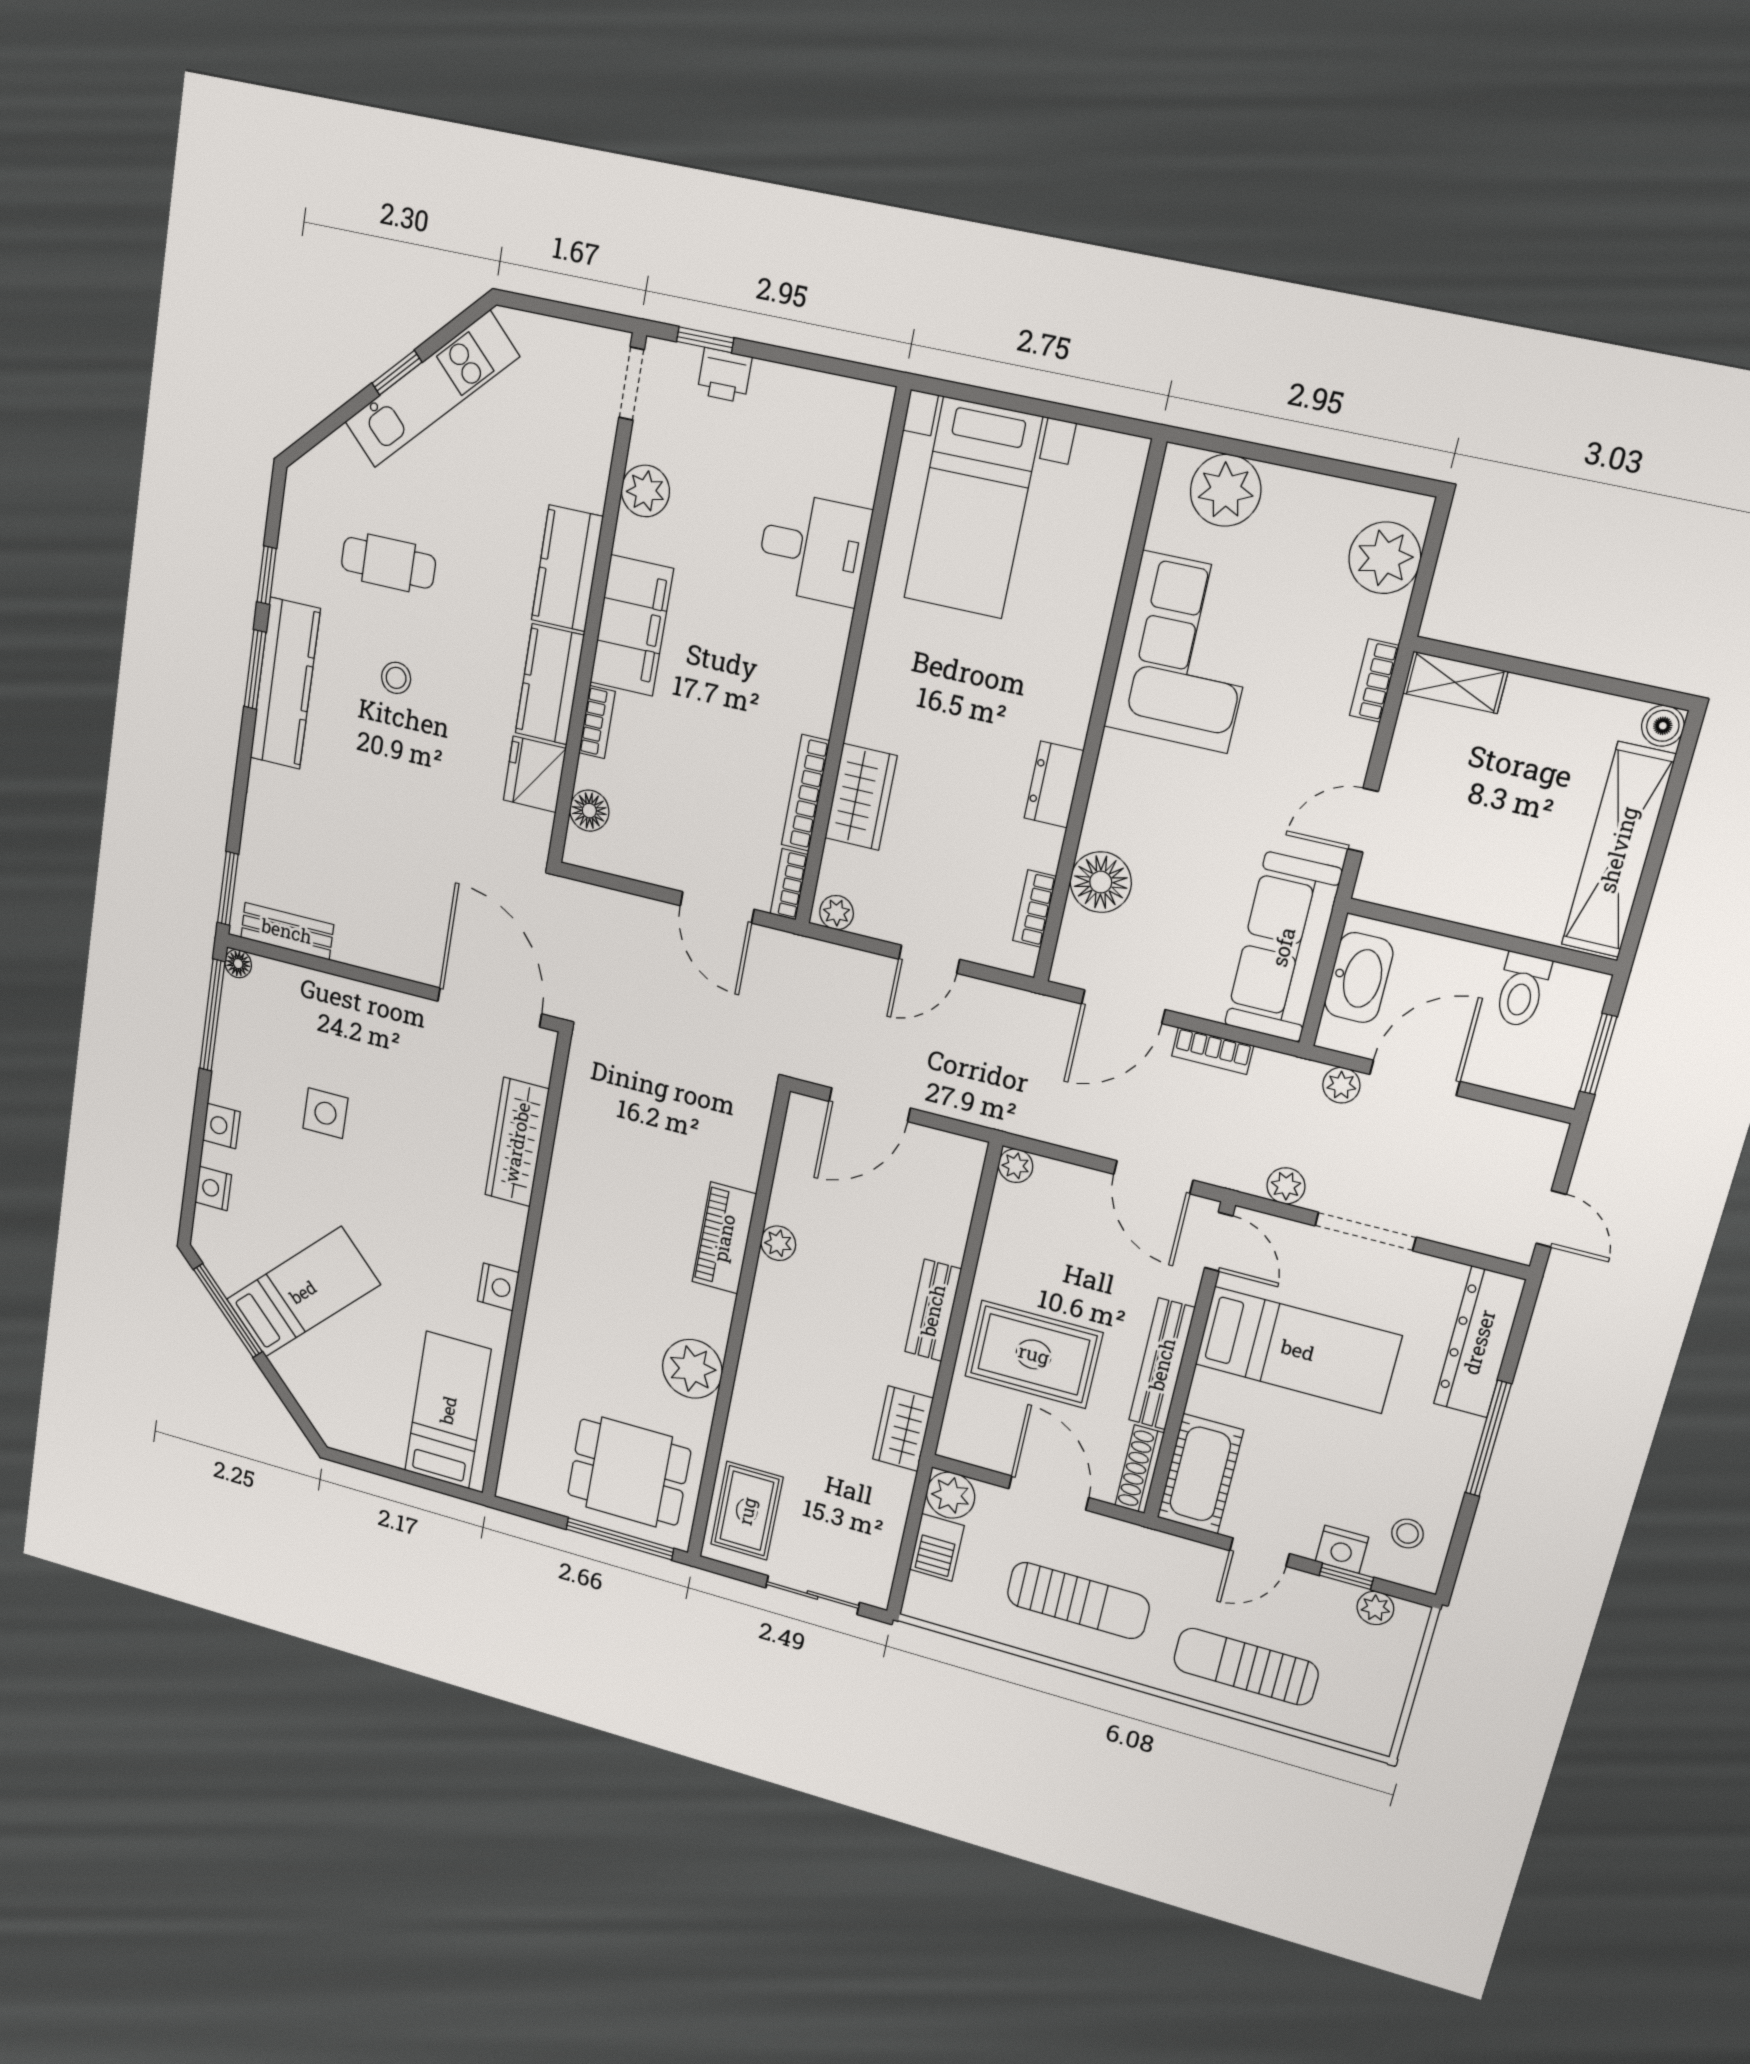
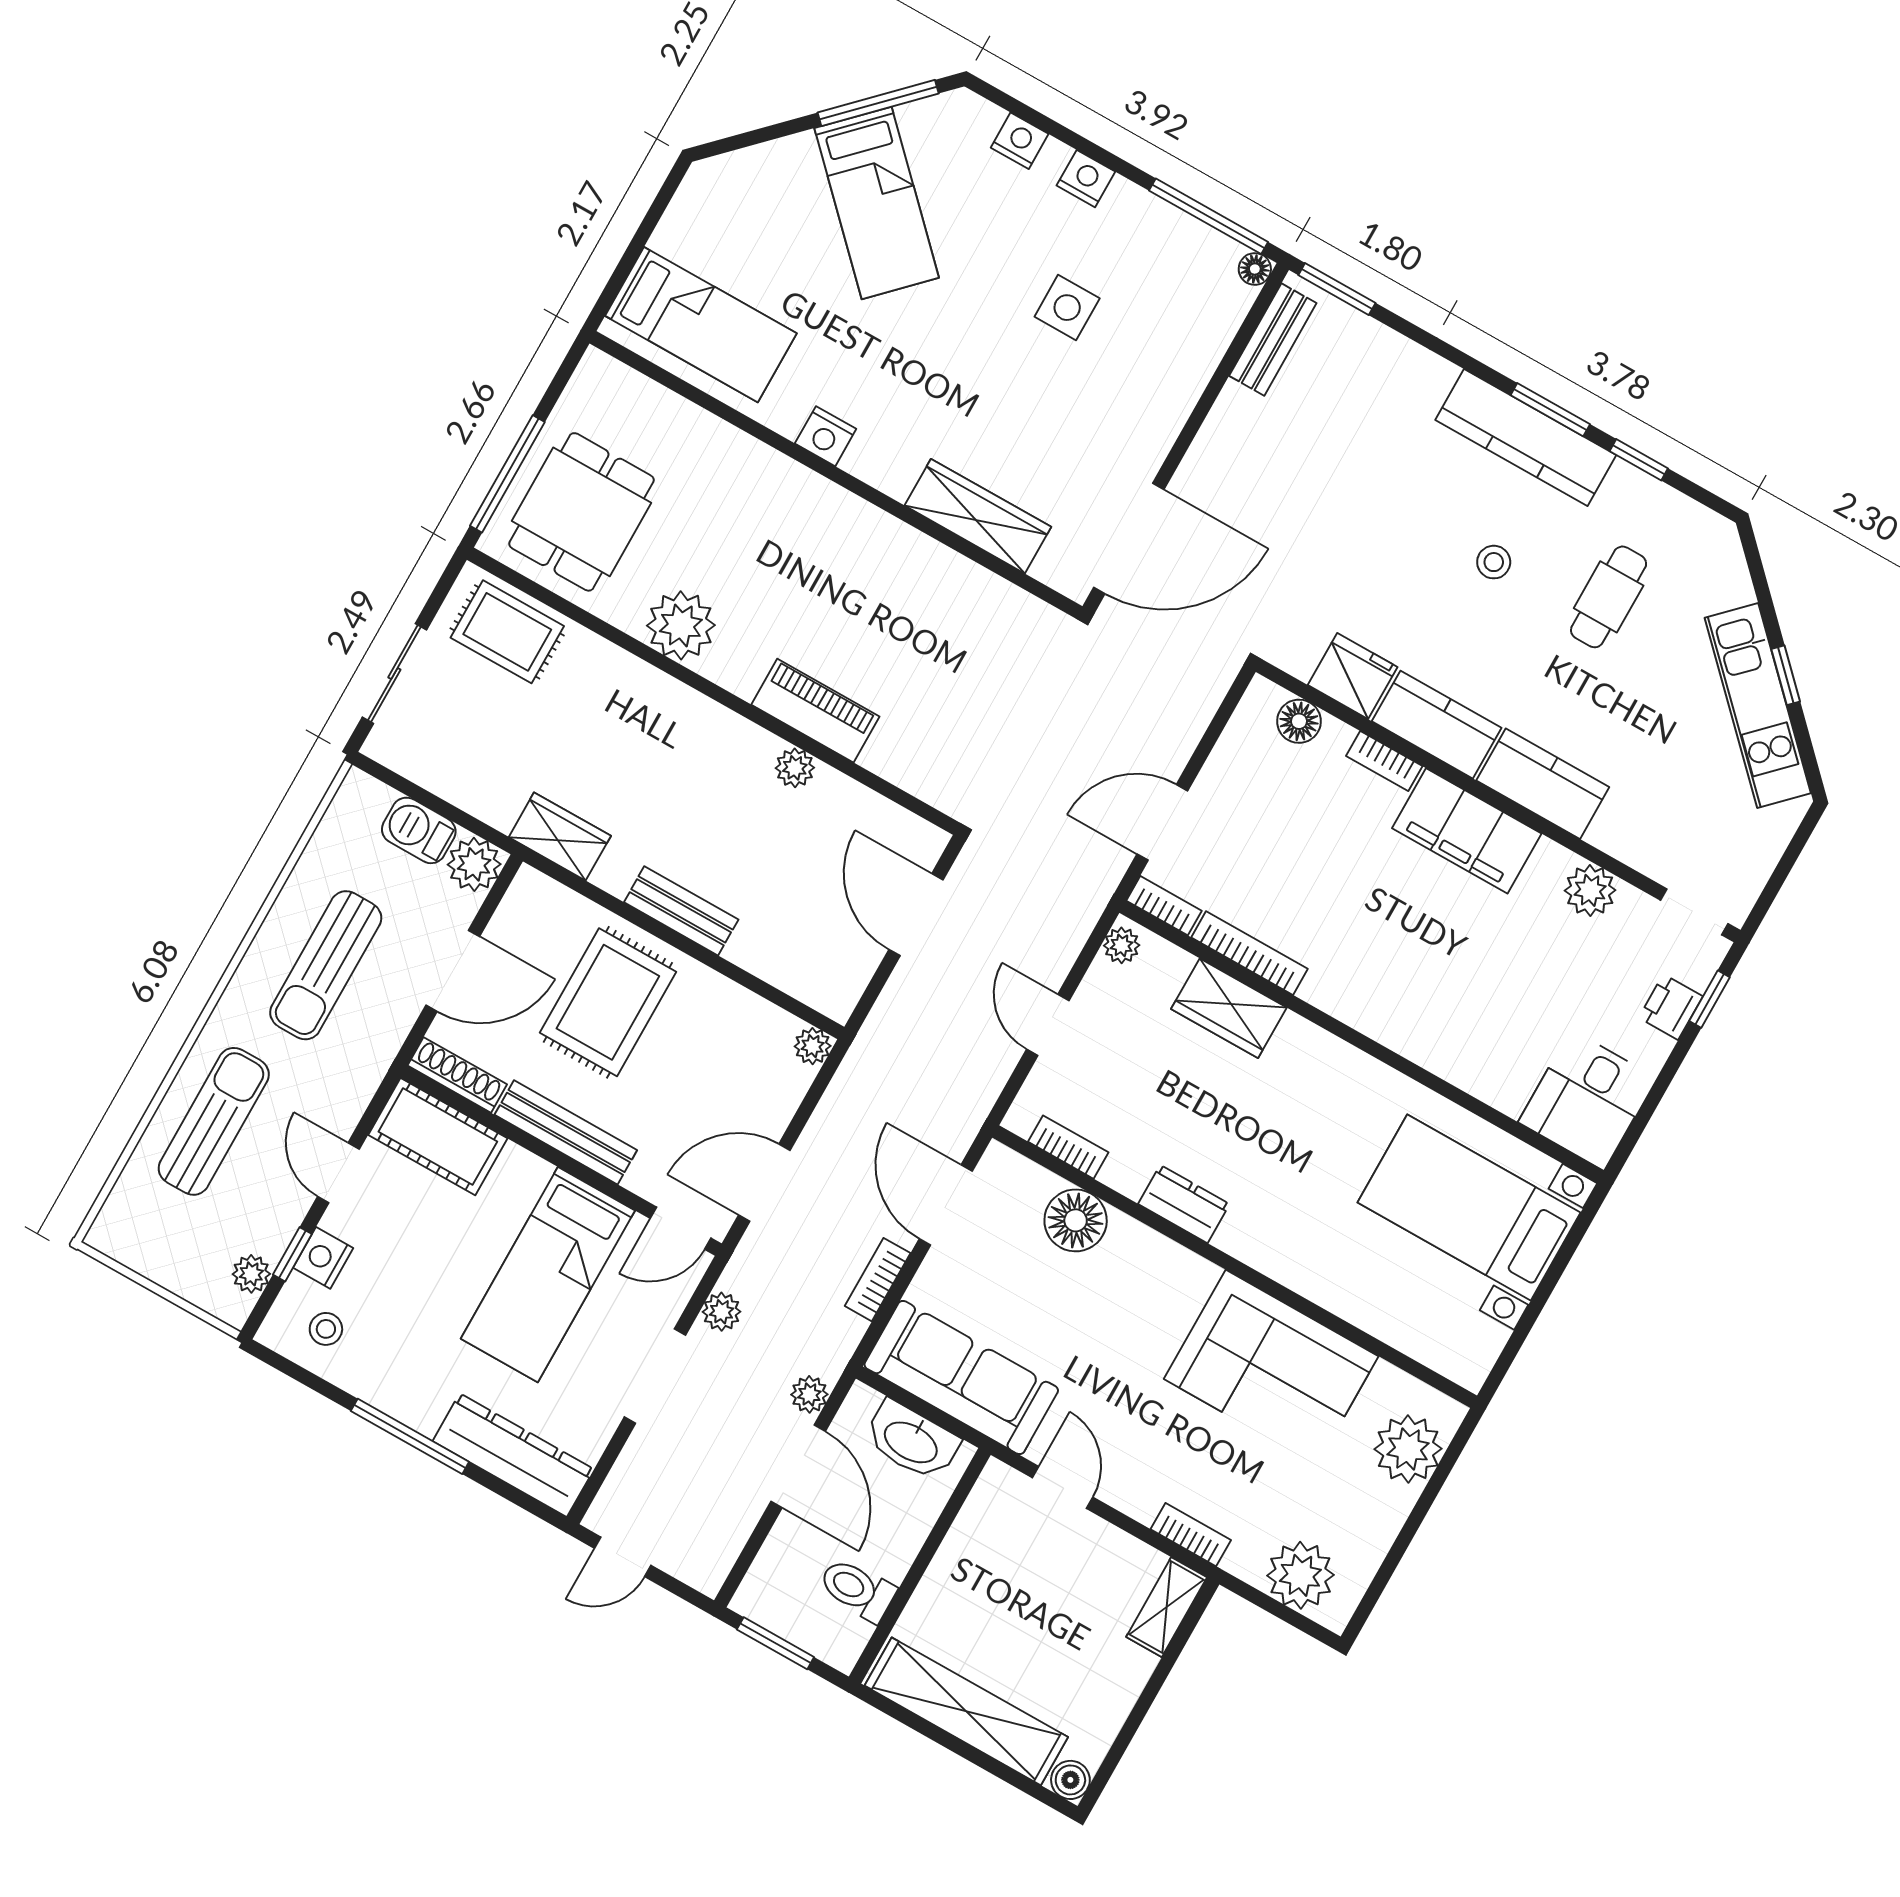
desk: (813, 549) -> (1587, 1100), moved

